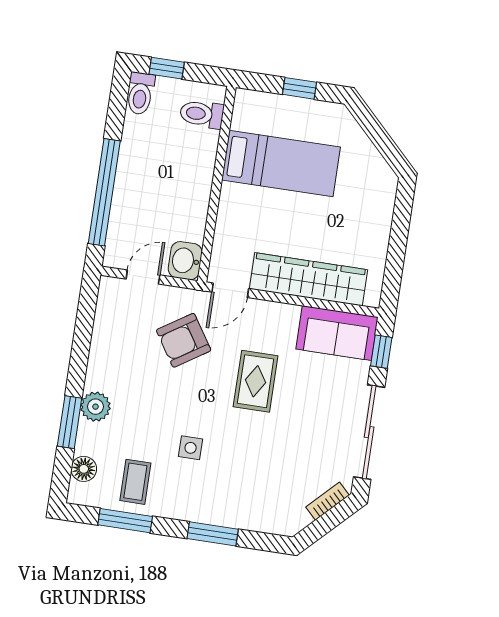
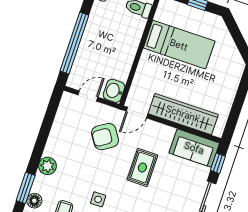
window: (70, 422) -> (26, 188), moved

